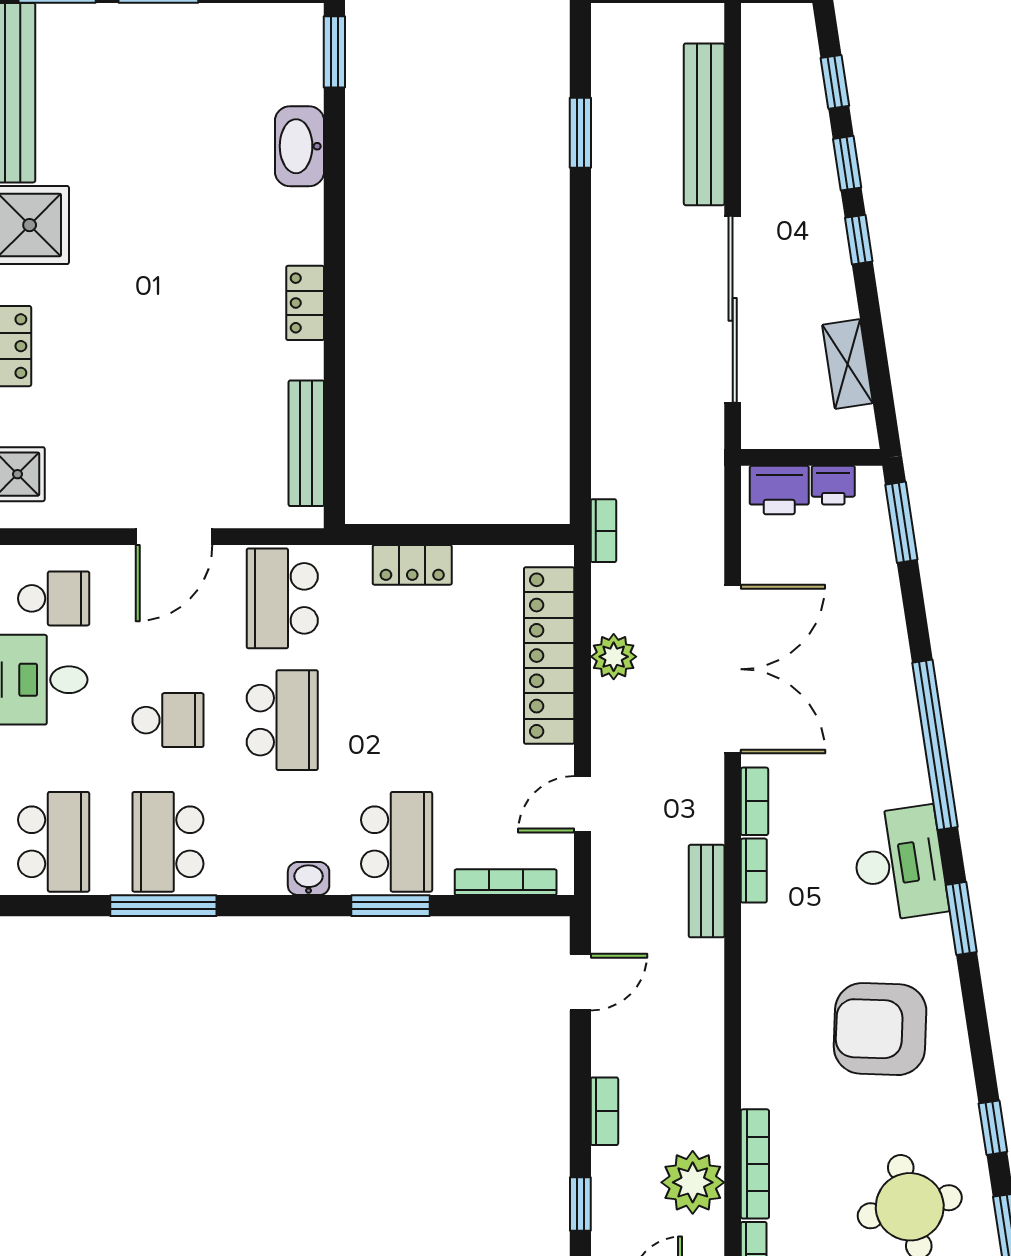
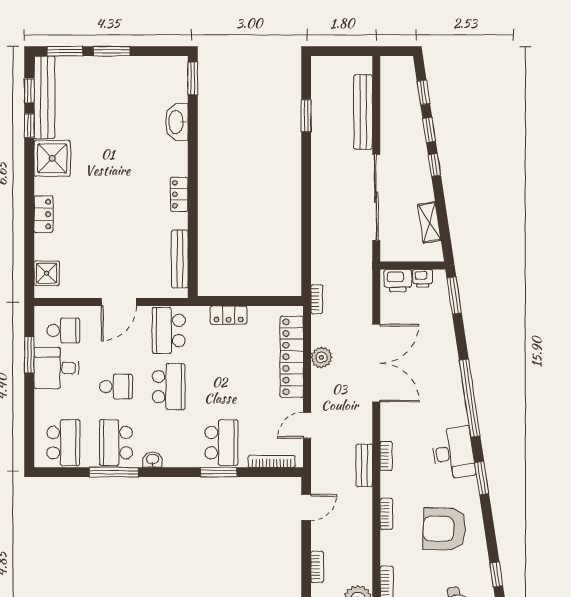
bookcase: (754, 801) -> (386, 514), moved
washbasin: (309, 879) -> (153, 460), moved

